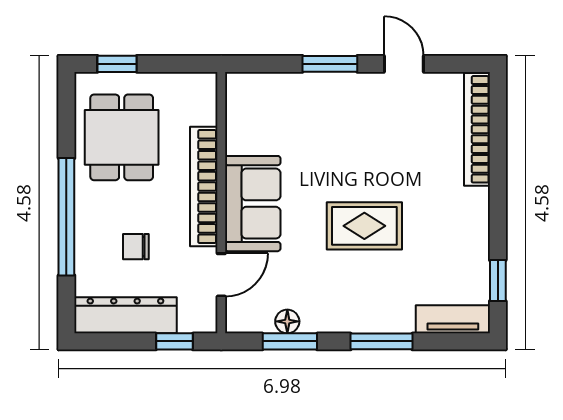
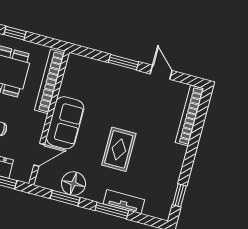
bookcase: (204, 187) -> (49, 81), moved
rug: (364, 226) -> (119, 149), turned 90
tv unit: (453, 319) -> (124, 202), moved
floor lamp: (287, 321) -> (73, 184), width x1.89, depth x1.89

